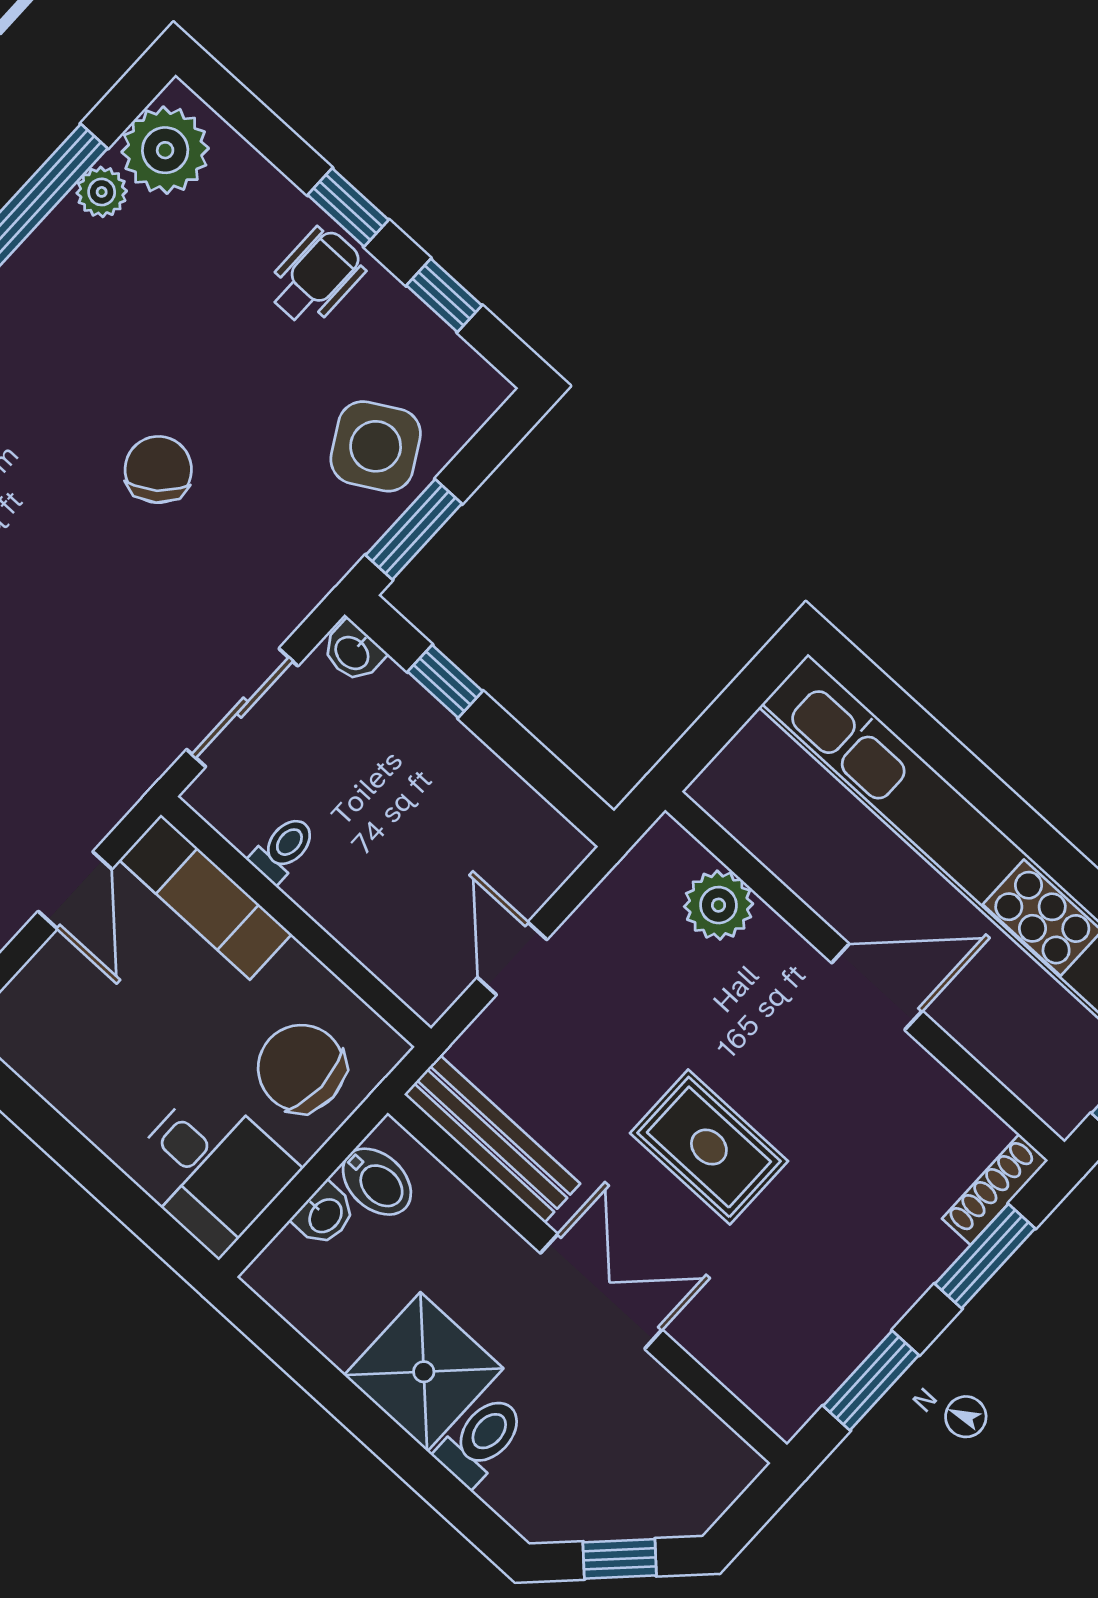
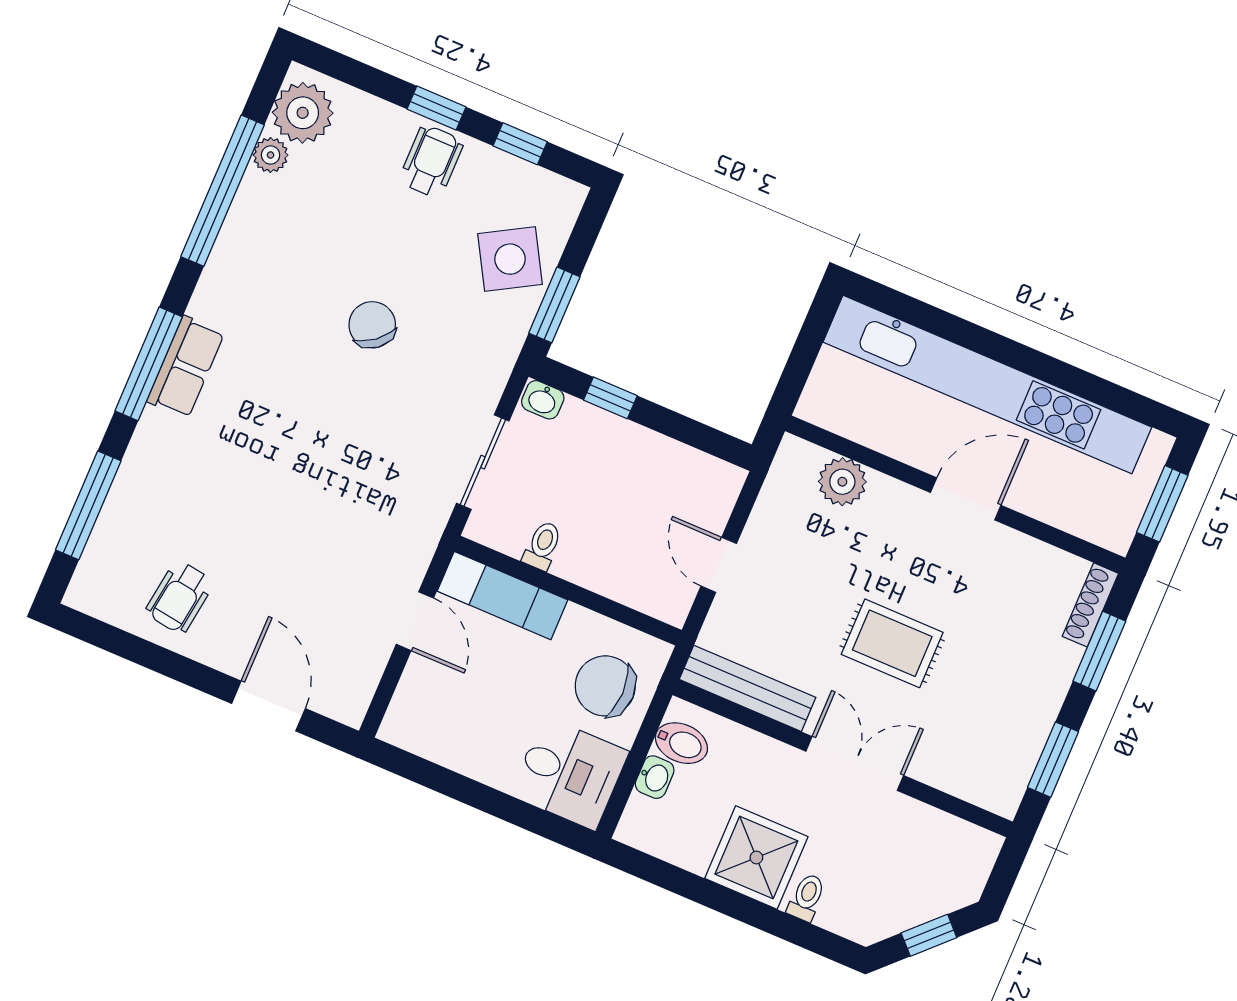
toilet: (481, 1440) -> (807, 897), width x0.73, depth x0.72

